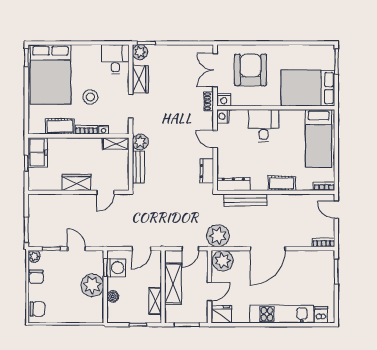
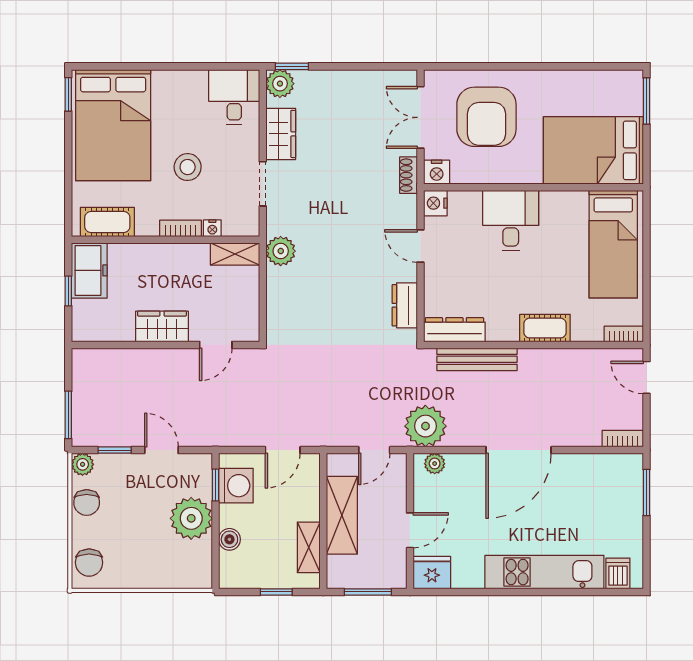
armchair: (251, 70) -> (486, 117), turned 180
cot: (60, 126) -> (107, 222), moved
bench: (138, 167) -> (277, 298), removed
plant: (223, 261) -> (435, 464), width x0.53, depth x0.53
chair: (37, 309) -> (89, 563), turned 90

